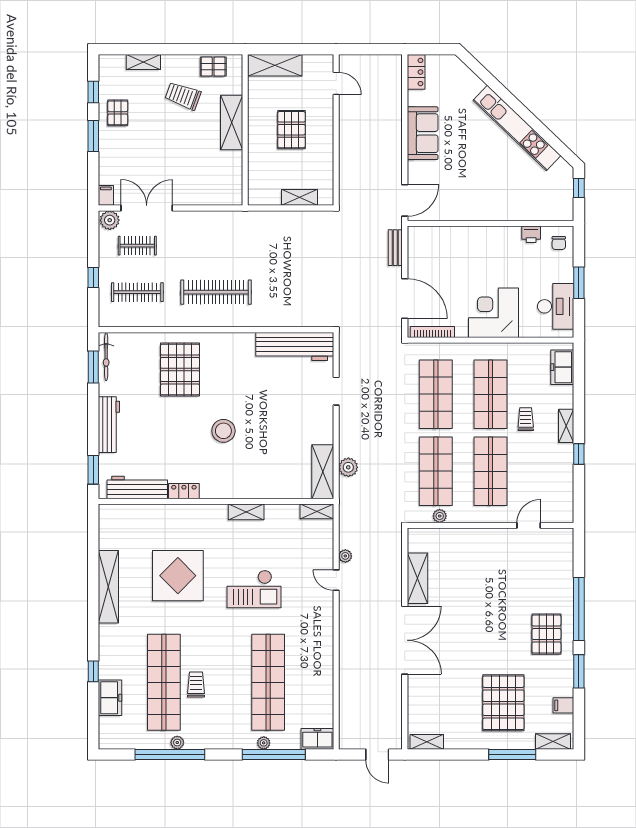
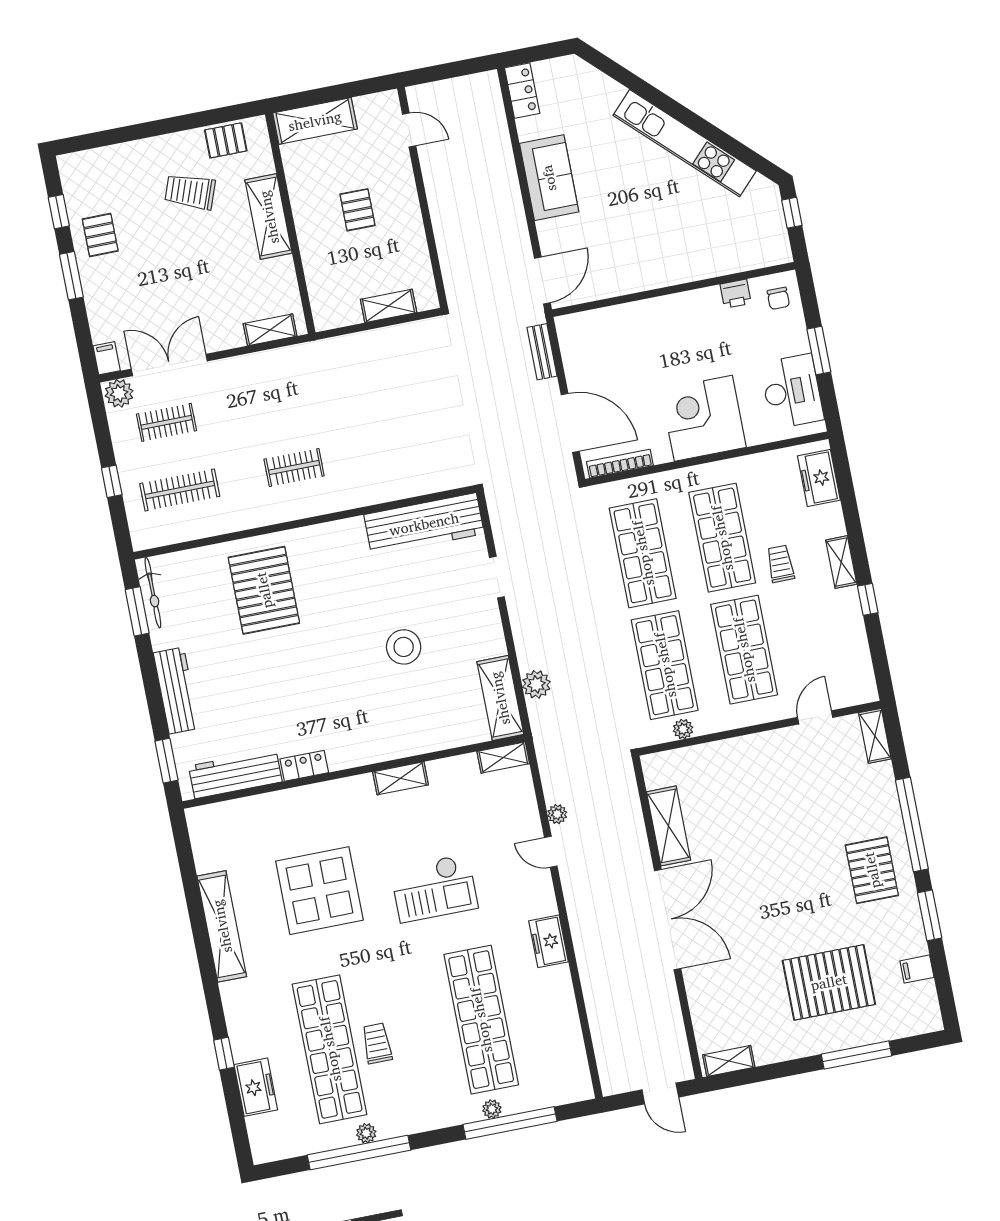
shelving: (143, 62) -> (270, 330), moved
pallet: (291, 130) -> (357, 210), width x0.67, depth x0.71
clothes rail: (216, 292) -> (294, 468), width x0.54, depth x0.76
stool: (223, 431) -> (404, 647), moved
pallet: (503, 703) -> (829, 982), turned 90
freezer: (317, 739) -> (549, 941), moved, turned -90
shelving: (553, 741) -> (875, 736), moved, turned 90

